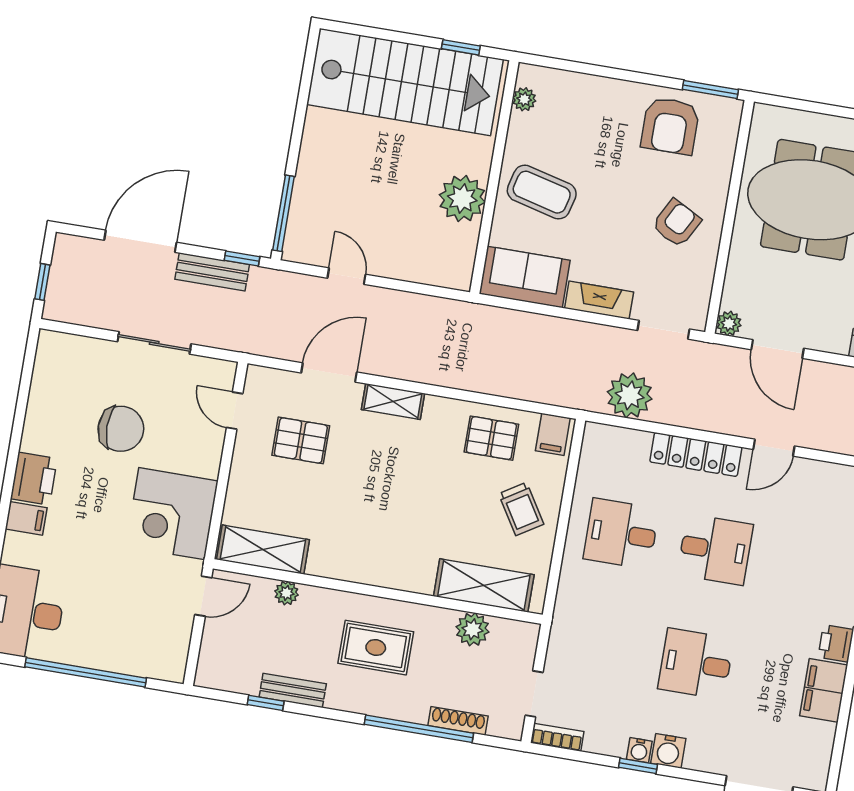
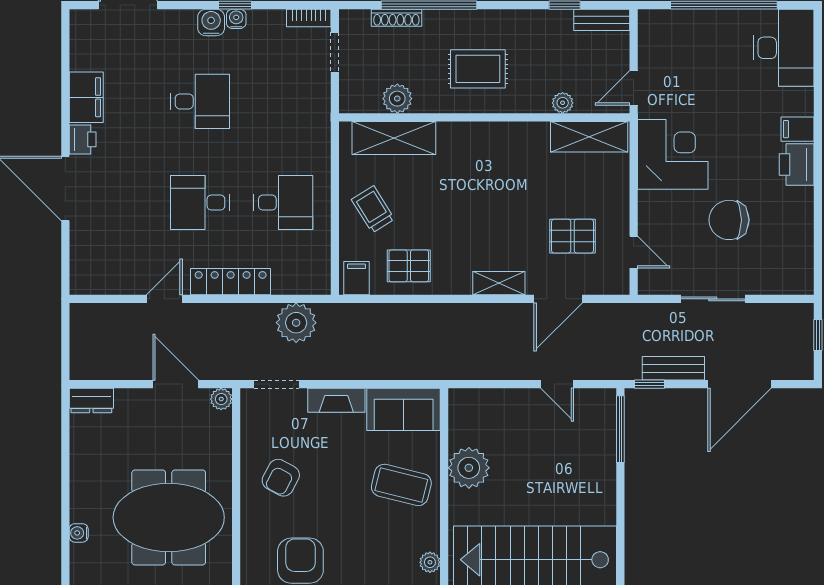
bench: (293, 690) -> (602, 20), moved

